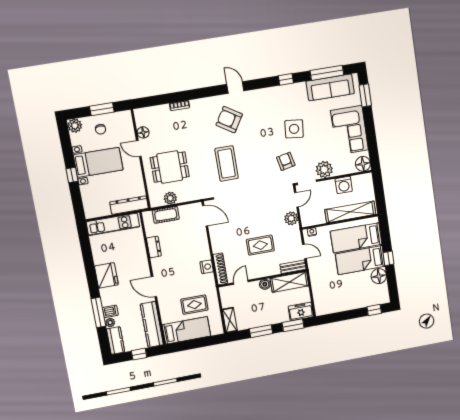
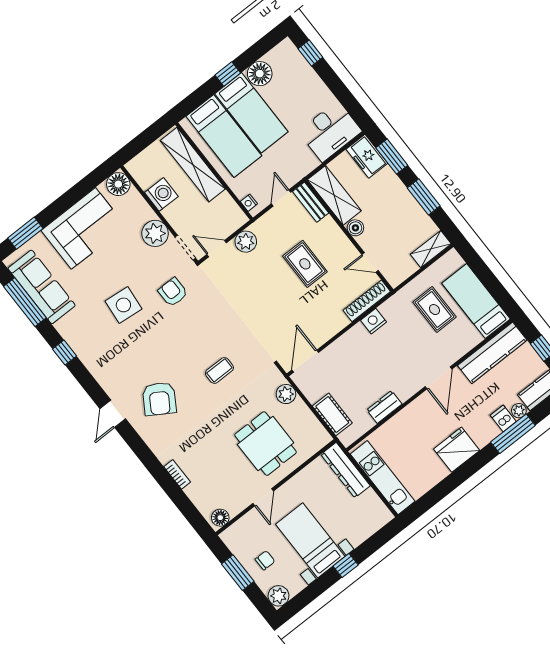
floor lamp: (143, 132) -> (220, 518), moved
armchair: (286, 161) -> (173, 292), turned 102
coffee table: (227, 164) -> (219, 370), width x0.54, depth x0.58
plant: (170, 198) -> (286, 394), moved
desk: (326, 298) -> (330, 131), added

